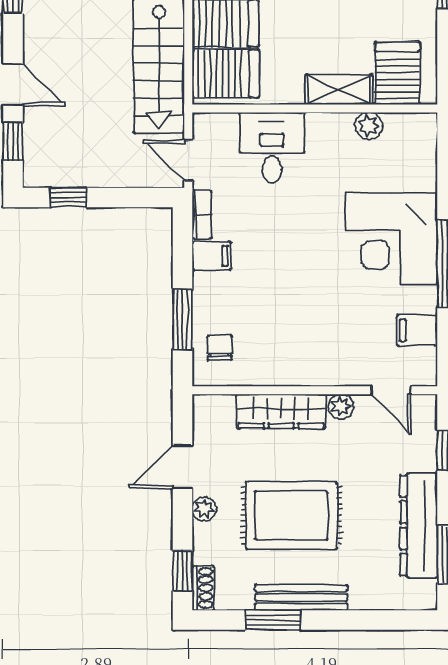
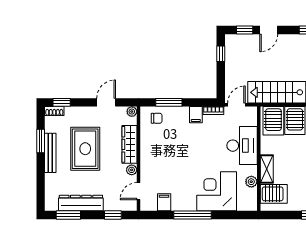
desk: (272, 148) -> (242, 146), width x1.37
corner desk: (391, 239) -> (217, 191), moved
door: (183, 467) -> (106, 102), hinge flipped
plant: (204, 509) -> (132, 112), moved

